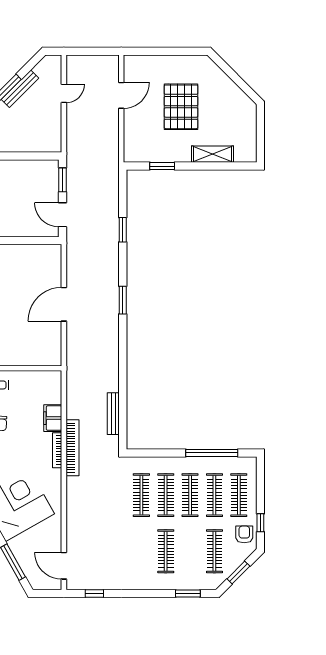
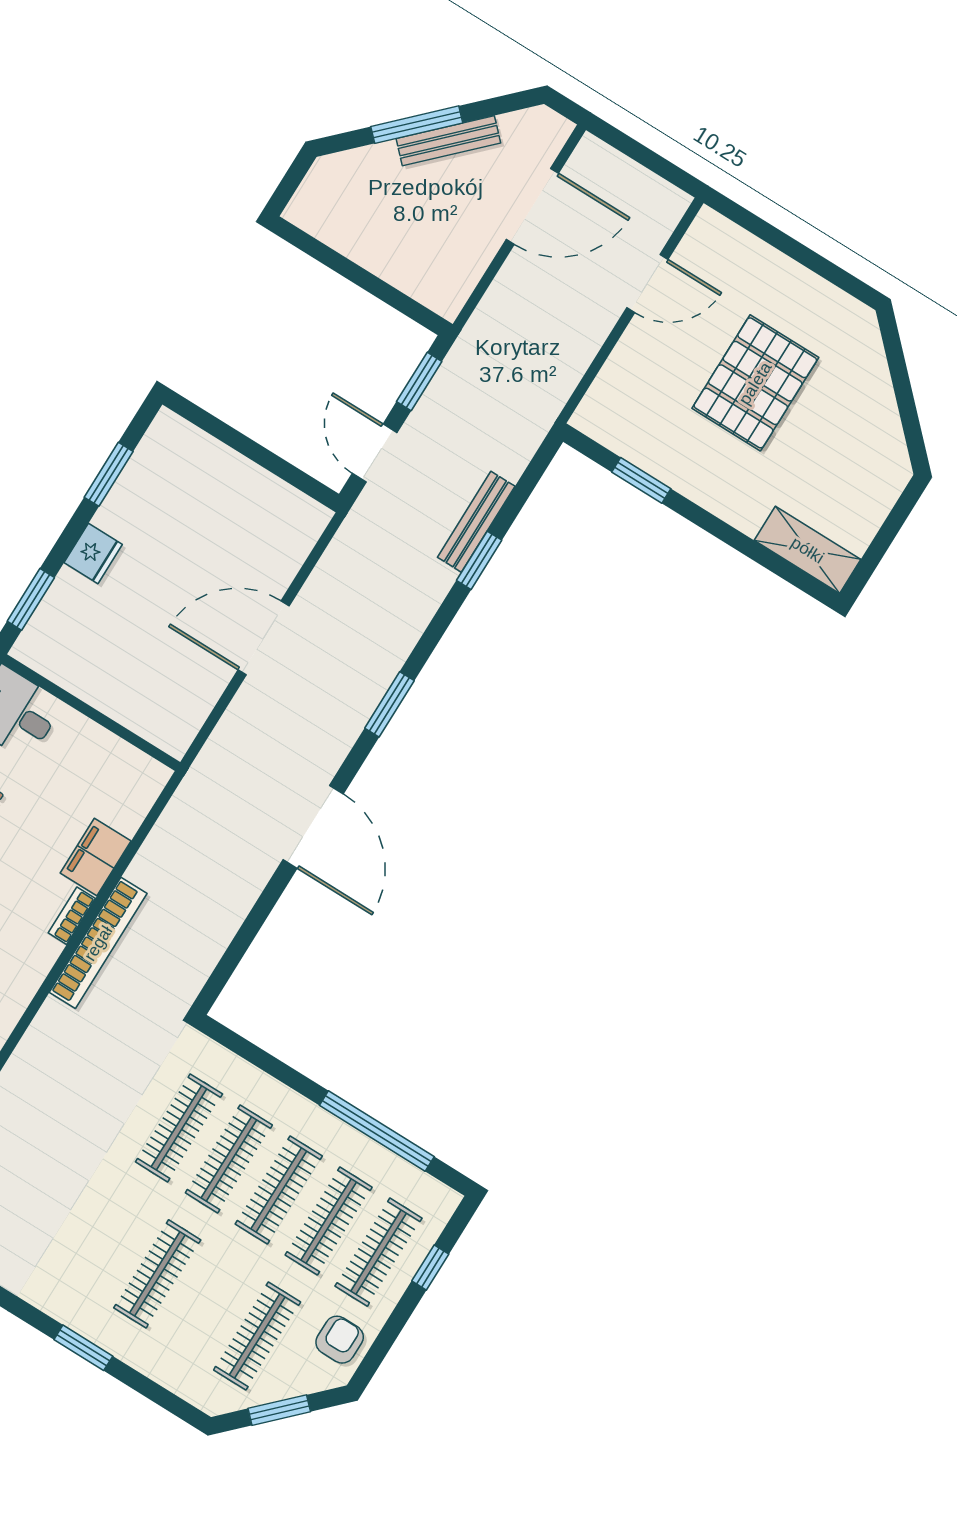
door: (64, 93) -> (532, 206), width x1.88
shelving: (212, 154) -> (808, 550), moved
door: (123, 360) -> (313, 827), added
bench: (113, 414) -> (476, 522), moved
bookcase: (57, 450) -> (72, 916), width x0.64
window: (260, 523) -> (430, 1267), moved
window: (188, 594) -> (83, 1348), moved

